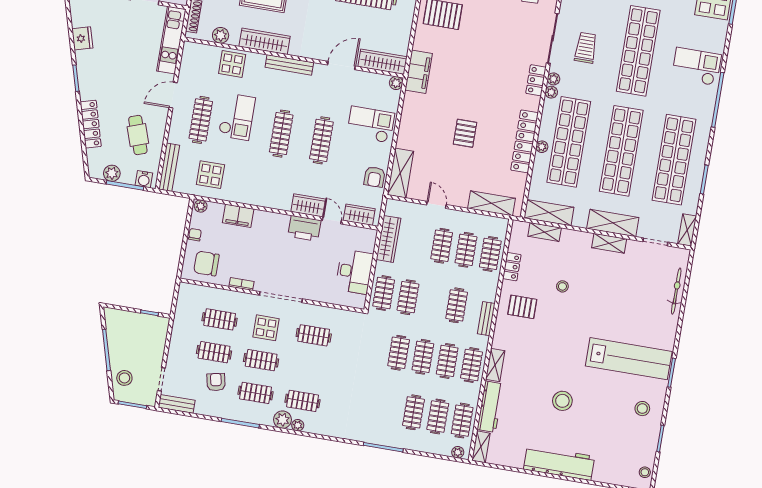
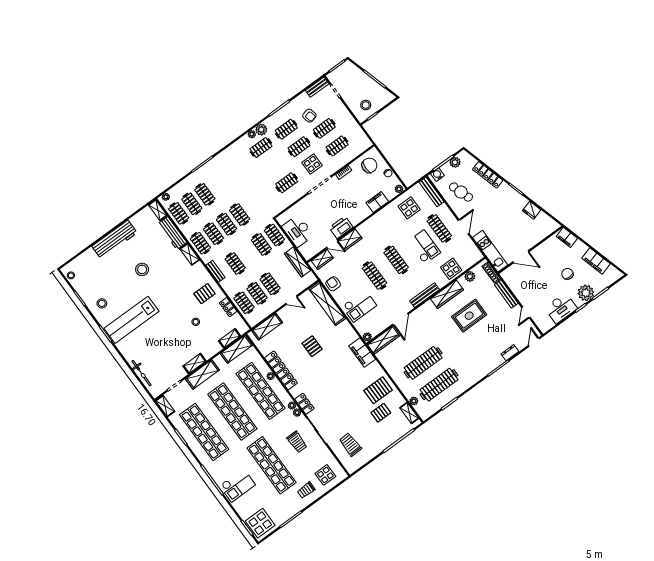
checkout: (237, 117) -> (424, 247), turned 180
shelving: (400, 173) -> (327, 304), width x1.47
stool: (124, 378) -> (366, 105), moved

